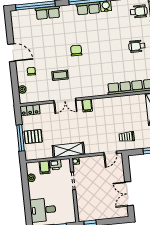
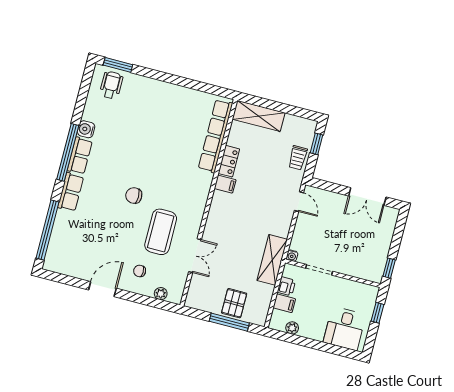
row of seats: (48, 13) -> (71, 192), moved
wheelchair: (137, 46) -> (160, 106), removed
coffee table: (60, 75) -> (161, 232), width x1.86, depth x1.72
double door: (65, 100) -> (195, 256), moved
filing cabinet: (87, 106) -> (225, 184), moved
locker: (30, 110) -> (229, 161), moved
trolley: (127, 137) -> (298, 158), moved

